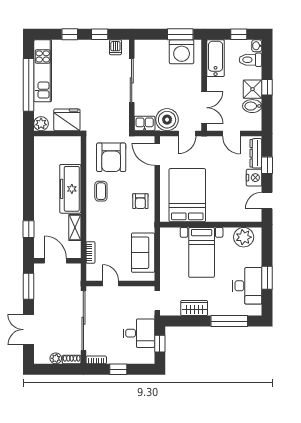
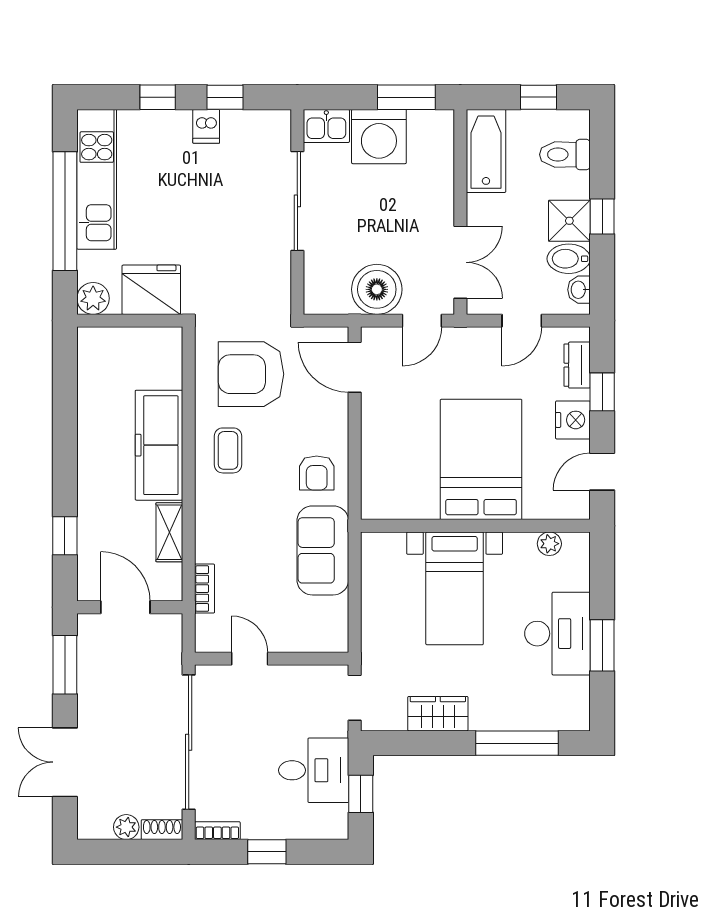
washbasin: (257, 46) -> (579, 290), moved
dishwasher: (115, 47) -> (206, 126), moved
washing machine: (182, 52) -> (379, 137), moved
kitchen sink: (145, 123) -> (326, 126), moved, turned 180
door: (231, 133) -> (522, 321), hinge flipped
dresser: (256, 153) -> (577, 365), width x0.70
armchair: (111, 157) -> (251, 374), turned 90
bed: (187, 195) -> (481, 459), moved
plant: (244, 237) -> (549, 544), width x0.53, depth x0.53
sofa: (143, 253) -> (323, 550), moved
desk: (247, 286) -> (557, 634), moved

